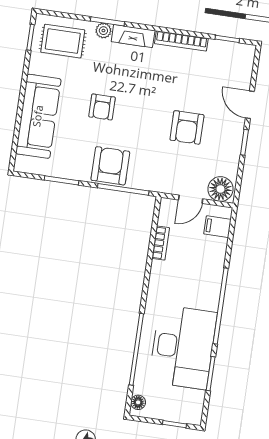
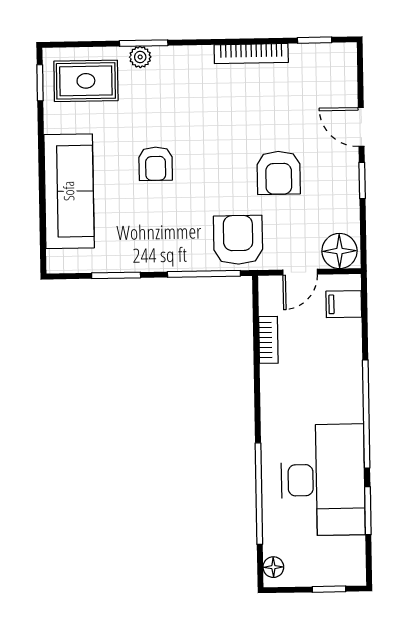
fireplace: (133, 36) -> (183, 58), removed
armchair: (110, 166) -> (238, 240), moved

